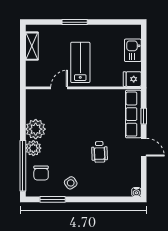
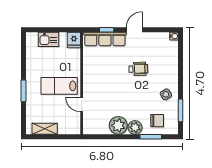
window: (23, 166) -> (151, 137), width x0.47

